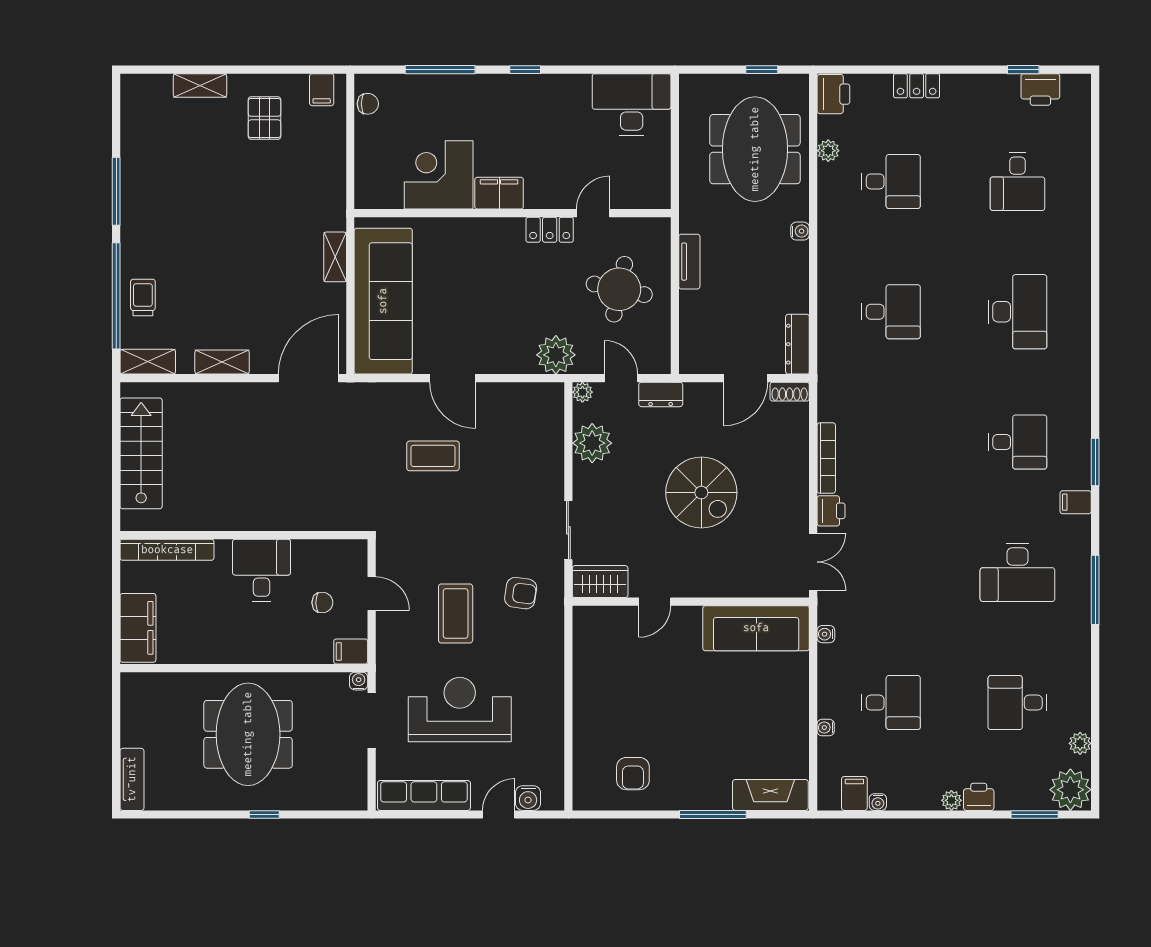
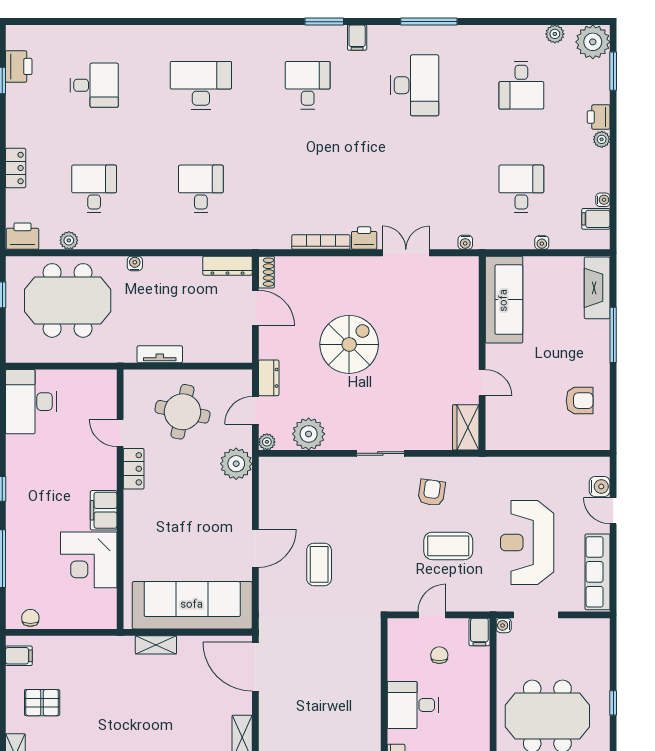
wardrobe: (600, 582) -> (466, 427), moved
door: (655, 602) -> (482, 383), moved
wall: (691, 602) -> (482, 353), moved
sofa: (756, 628) -> (504, 300), moved

